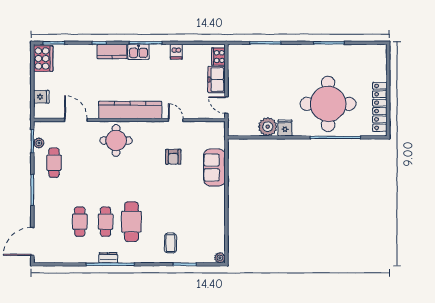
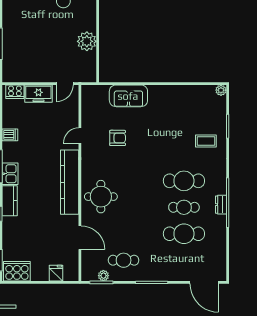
door: (76, 120) -> (80, 238), swing flipped
fridge: (285, 128) -> (88, 24), removed
cafe table: (80, 222) -> (184, 234), width x1.37, depth x1.35

